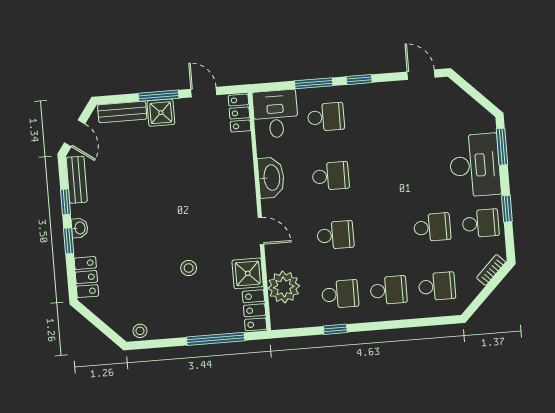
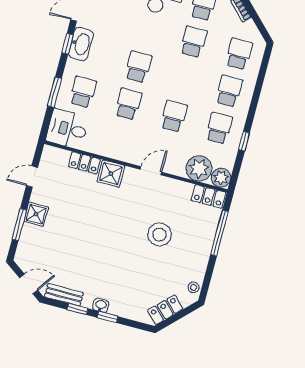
window: (359, 80) -> (67, 44), moved
window: (158, 96) -> (19, 225), moved
bench: (122, 112) -> (25, 243), removed
locker: (239, 113) -> (84, 163), moved
school desk: (379, 172) -> (138, 67), added
washbasin: (271, 178) -> (81, 44), moved, turned 90
stool: (189, 268) -> (159, 234), width x1.89, depth x1.89
shower: (248, 273) -> (111, 174), moved
locker: (86, 277) -> (165, 310), moved, turned -45
plant: (282, 317) -> (221, 178), added

